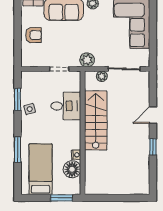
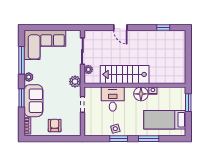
window: (18, 99) -> (119, 139), moved
window: (153, 147) -> (163, 27), moved
floor lamp: (72, 169) -> (141, 94), moved

